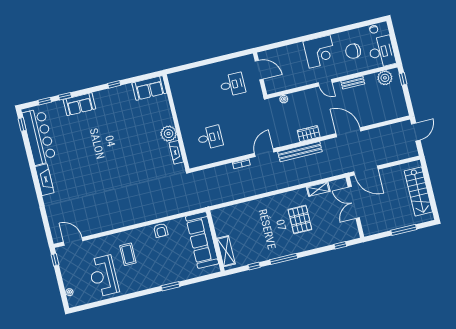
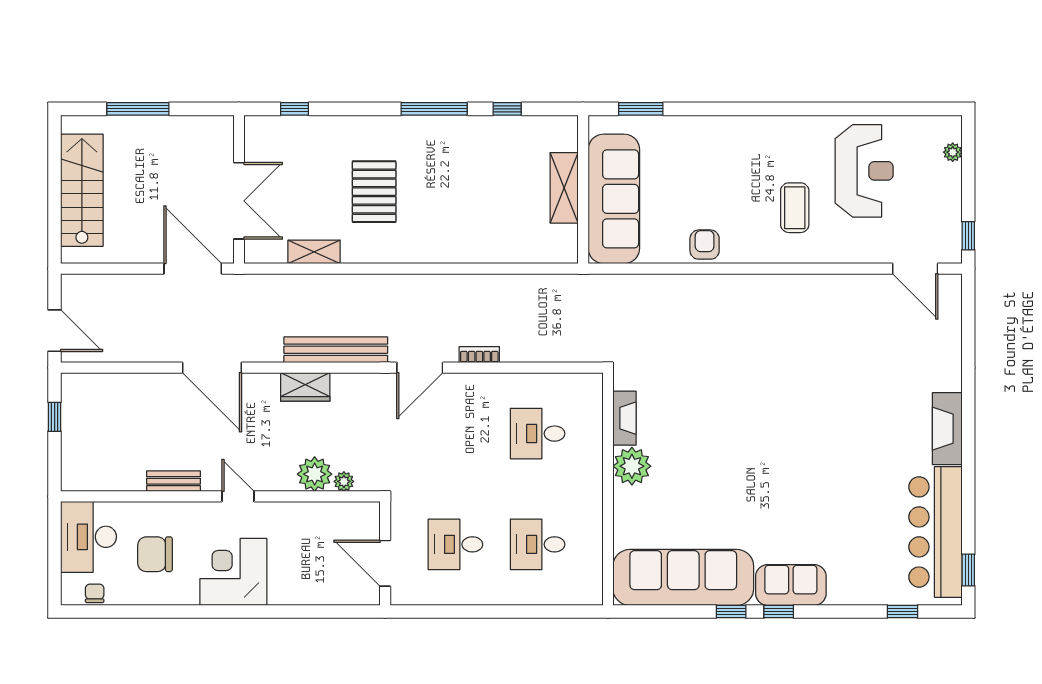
chair: (353, 51) -> (155, 554), turned 180
plant: (385, 78) -> (315, 474), moved
window: (403, 79) -> (55, 417), moved
sofa: (149, 88) -> (683, 577), width x1.85, depth x1.27
desk: (199, 93) -> (538, 544), added
window: (65, 96) -> (779, 612), moved
sofa: (79, 104) -> (791, 585), moved
door: (416, 132) -> (55, 331), swing flipped
shelving: (226, 251) -> (564, 188), moved
window: (170, 286) -> (641, 109), moved

